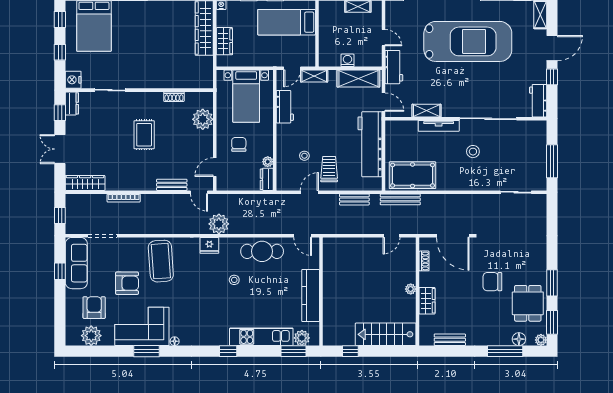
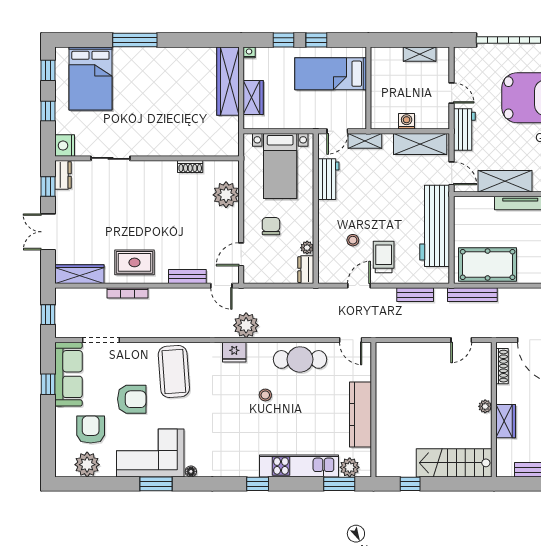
shelving: (427, 111) -> (505, 181), width x1.50, depth x1.33
rug: (144, 135) -> (134, 262), moved, turned 90
shoe rack: (424, 261) -> (502, 366), width x1.43

